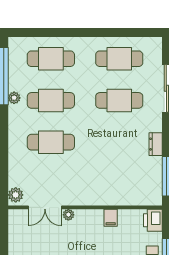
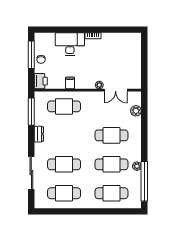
cafe table: (119, 184) -> (64, 106), added
plant: (16, 195) -> (136, 111), moved
double door: (45, 207) -> (116, 90), swing flipped

